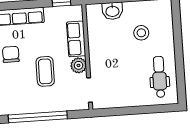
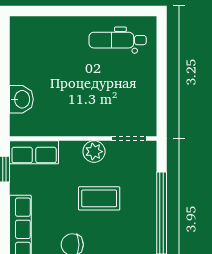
stool: (141, 33) -> (55, 61), removed
row of seats: (76, 39) -> (34, 152), moved

